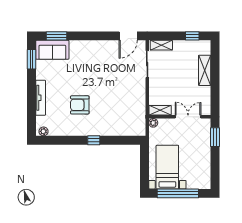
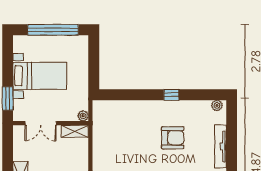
window: (94, 140) -> (171, 95), moved
bed with nightstands: (167, 167) -> (40, 76), moved, turned -90

